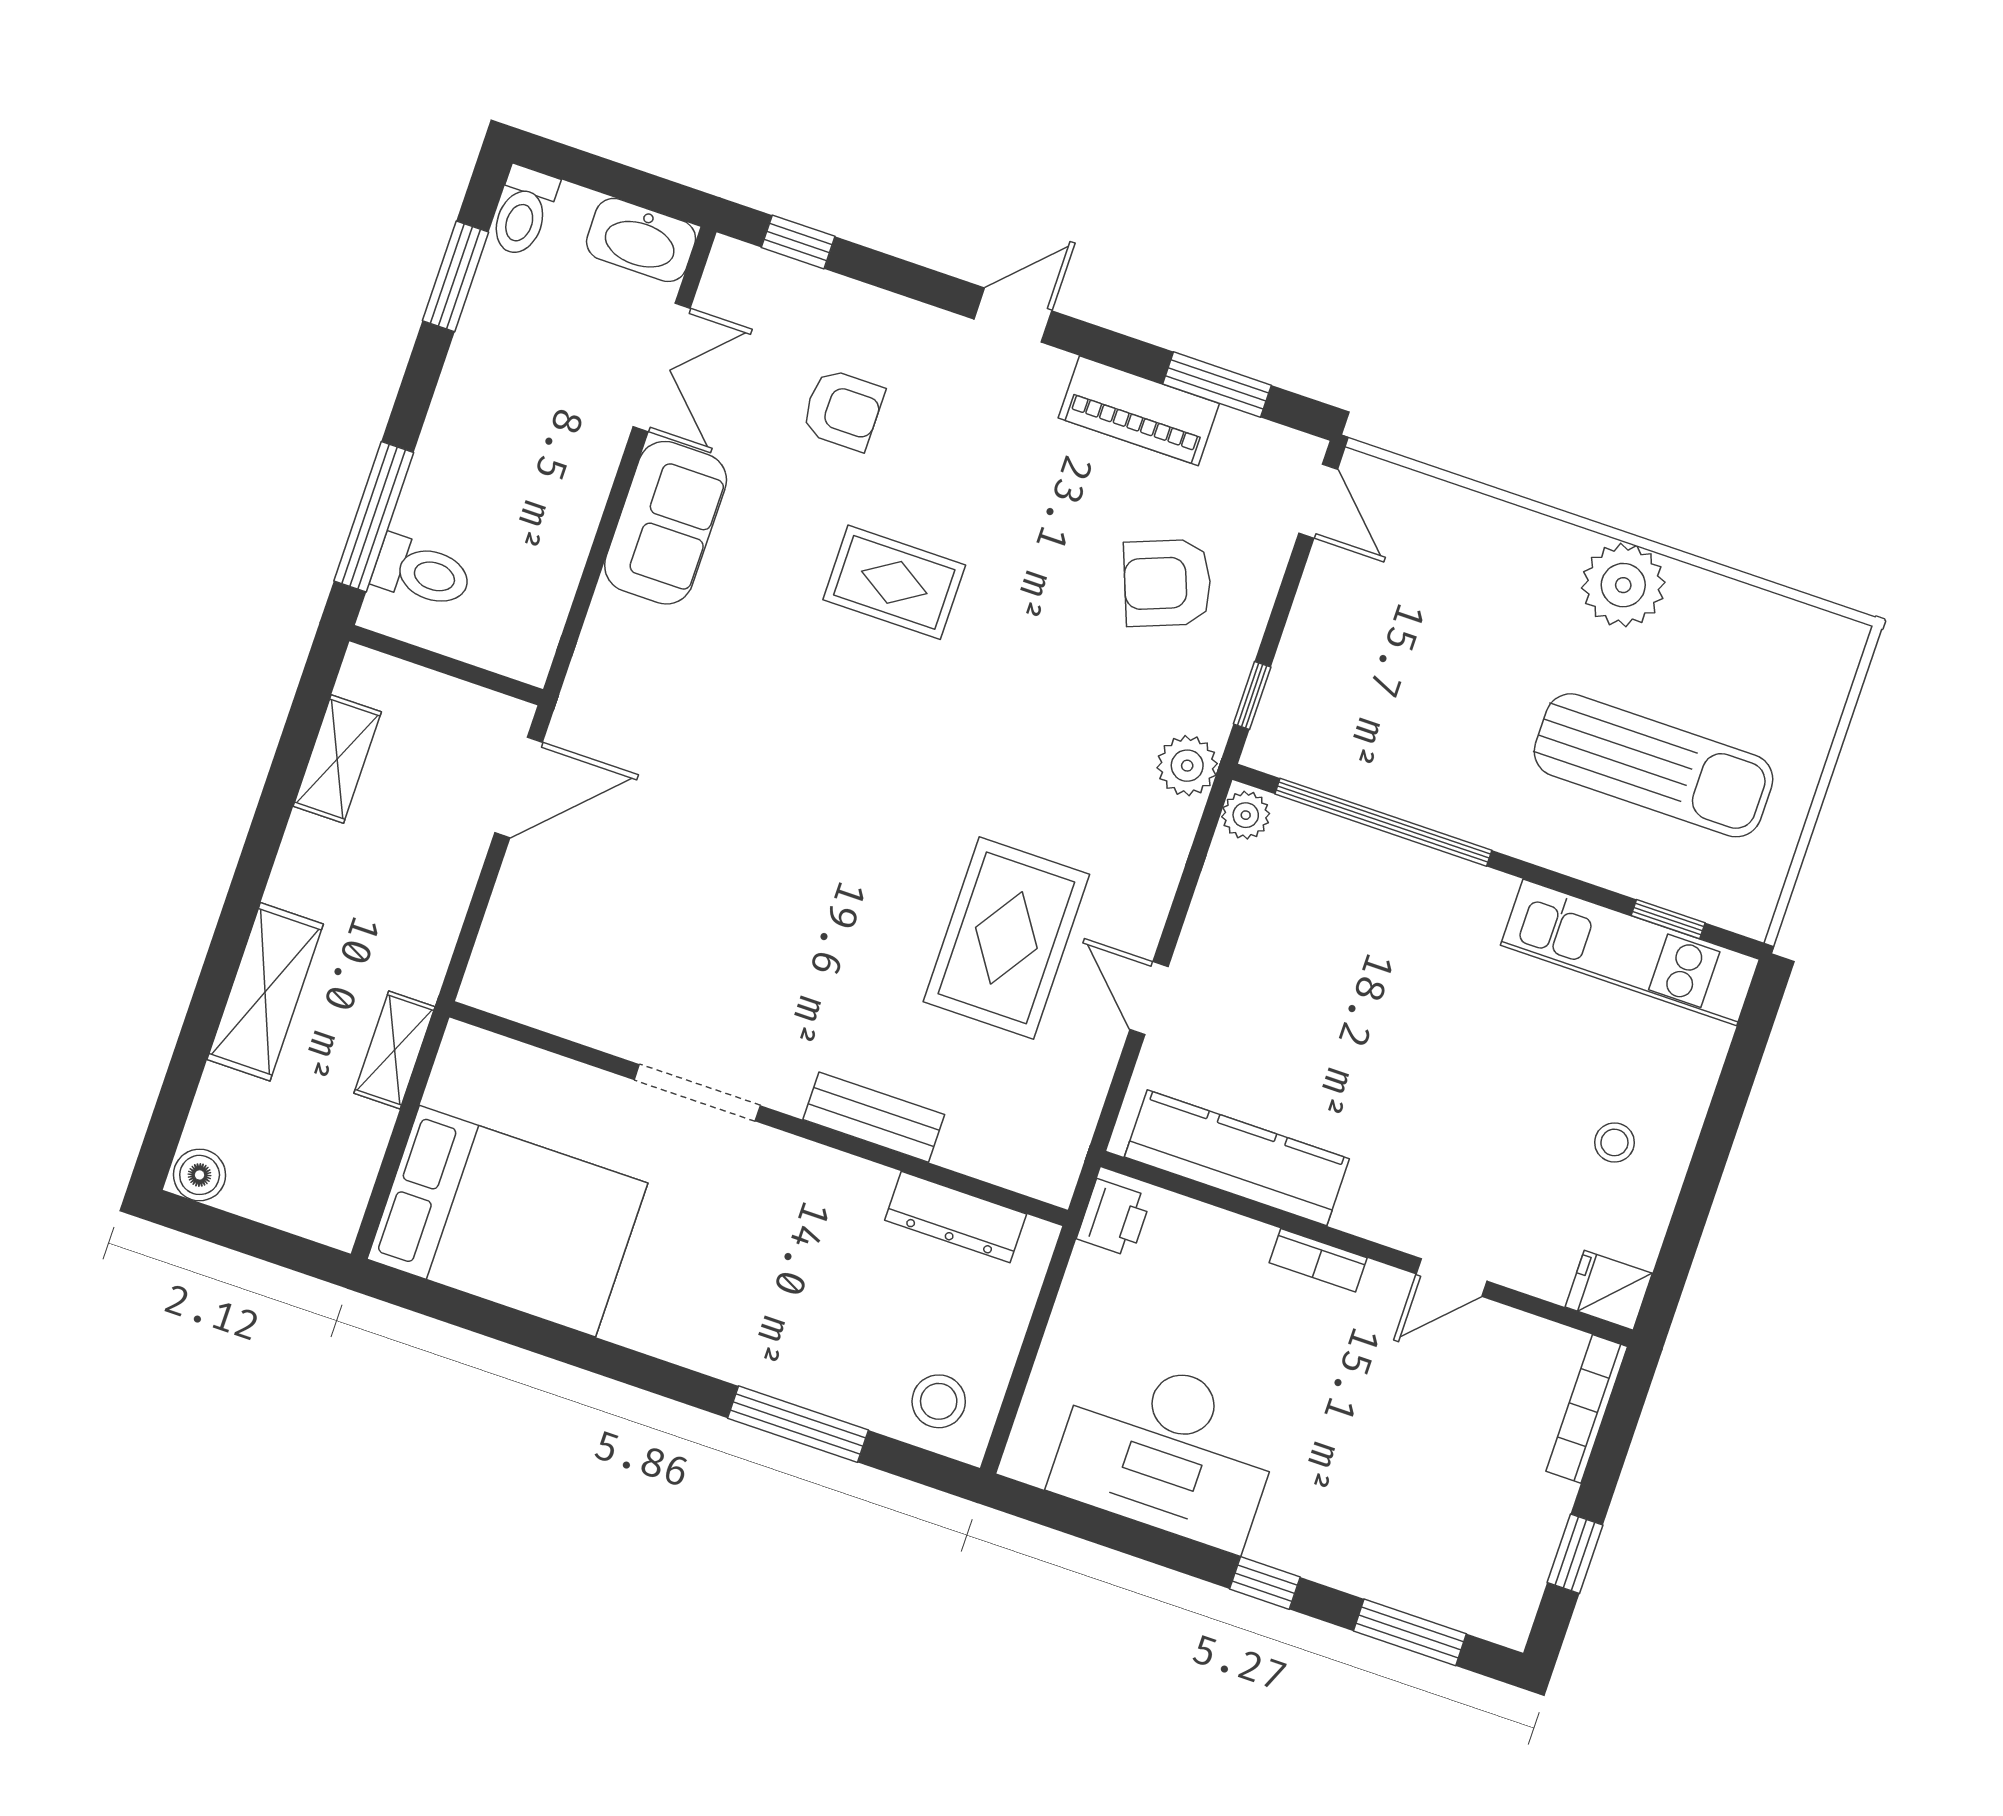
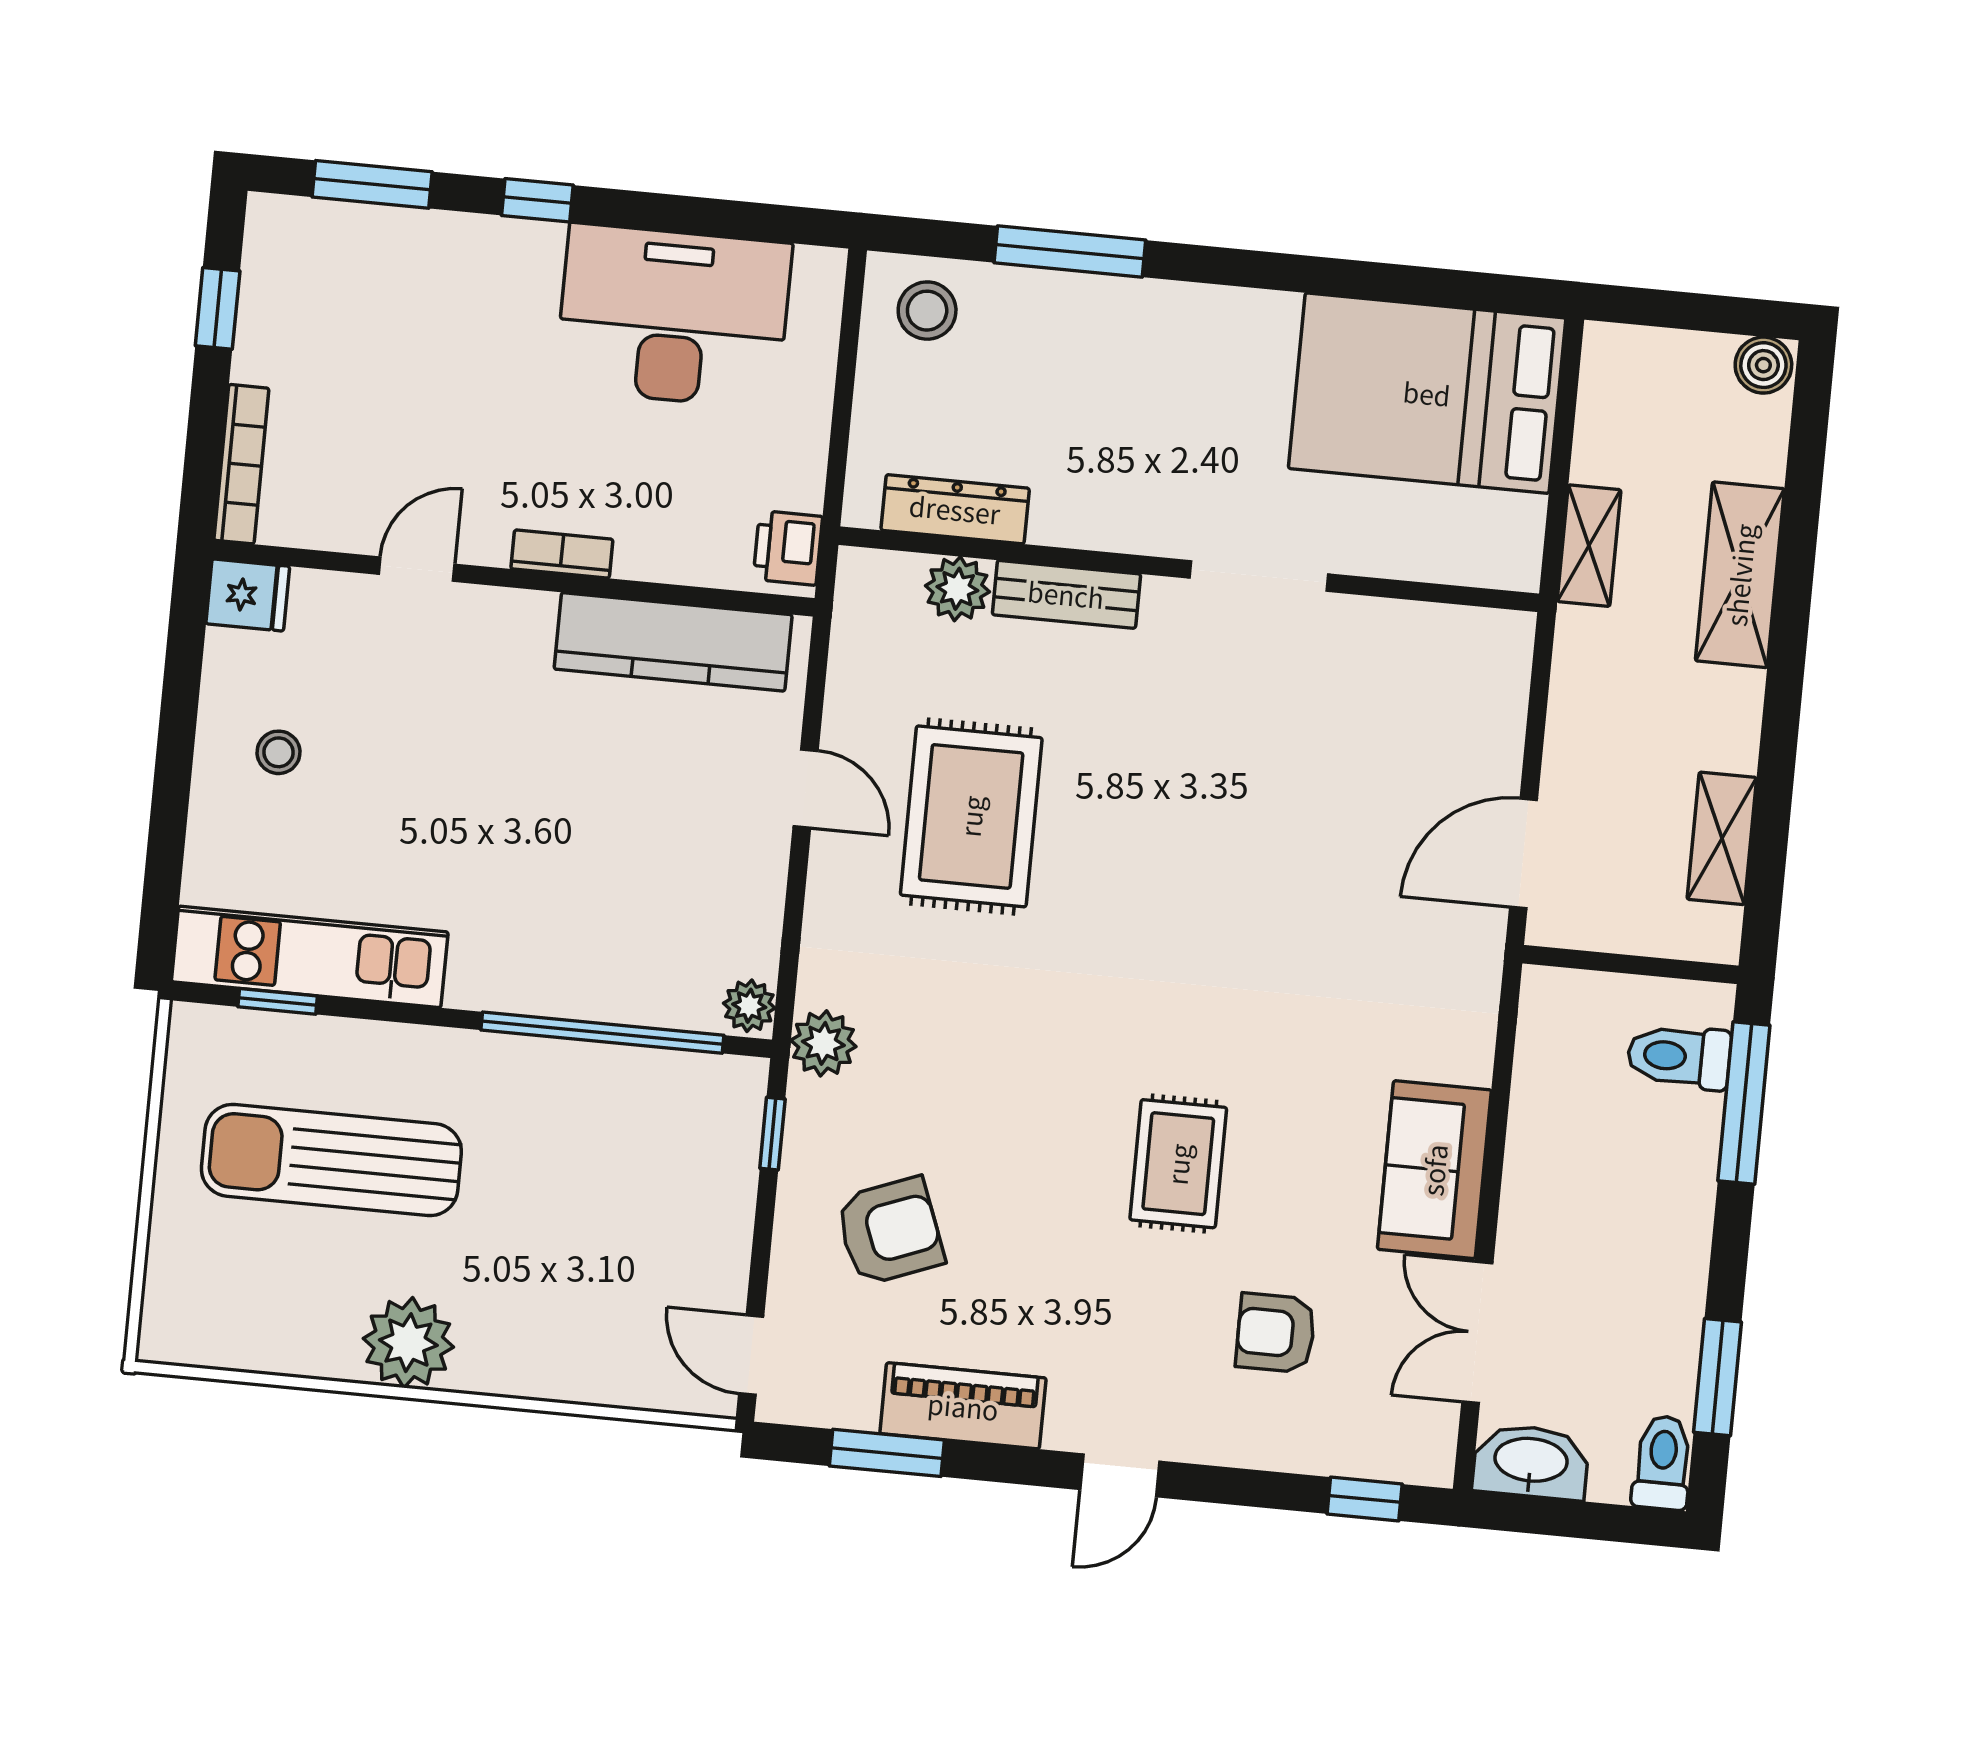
rug: (894, 582) -> (1178, 1164), turned 90
plant: (970, 1145) -> (957, 589), added

